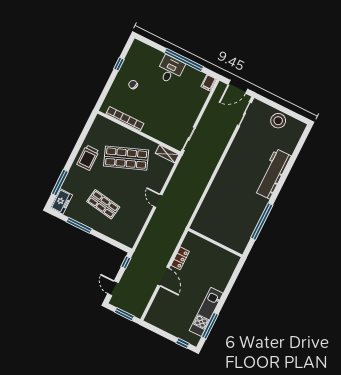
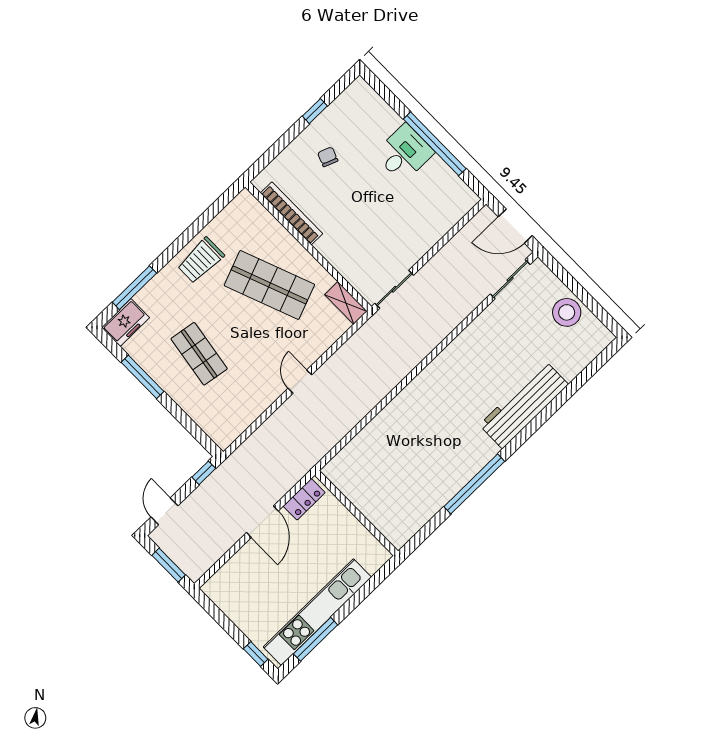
filing cabinet: (208, 83) -> (465, 200), removed
wall: (215, 243) -> (356, 513), moved
kitchen unit: (206, 312) -> (317, 612), width x1.36

